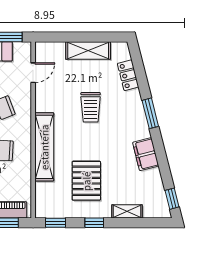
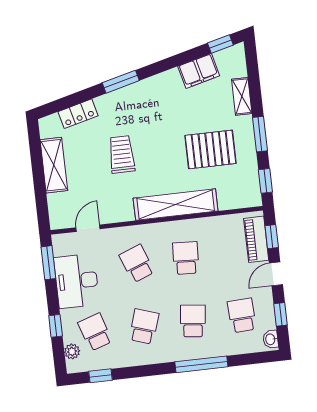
door: (33, 73) -> (88, 228), hinge flipped
trolley: (91, 107) -> (122, 154), turned -90
filing cabinet: (146, 154) -> (199, 71), moved
window: (94, 223) -> (260, 134), width x1.50

